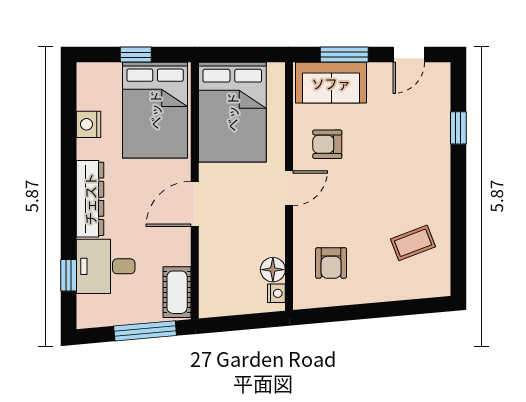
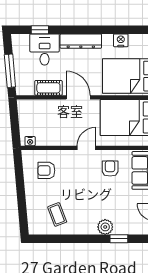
plant: (436, 153) -> (105, 227), added
door: (289, 188) -> (86, 148), swing flipped
floor lamp: (273, 270) -> (43, 139), removed
cot: (177, 292) -> (48, 88), moved

